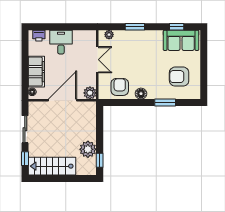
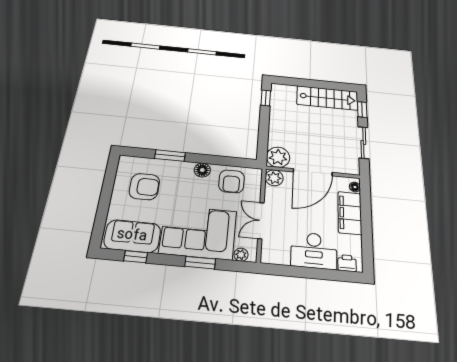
desk: (61, 42) -> (314, 251), width x1.37
corner sofa: (138, 47) -> (198, 232), added
plant: (88, 149) -> (278, 157), moved

